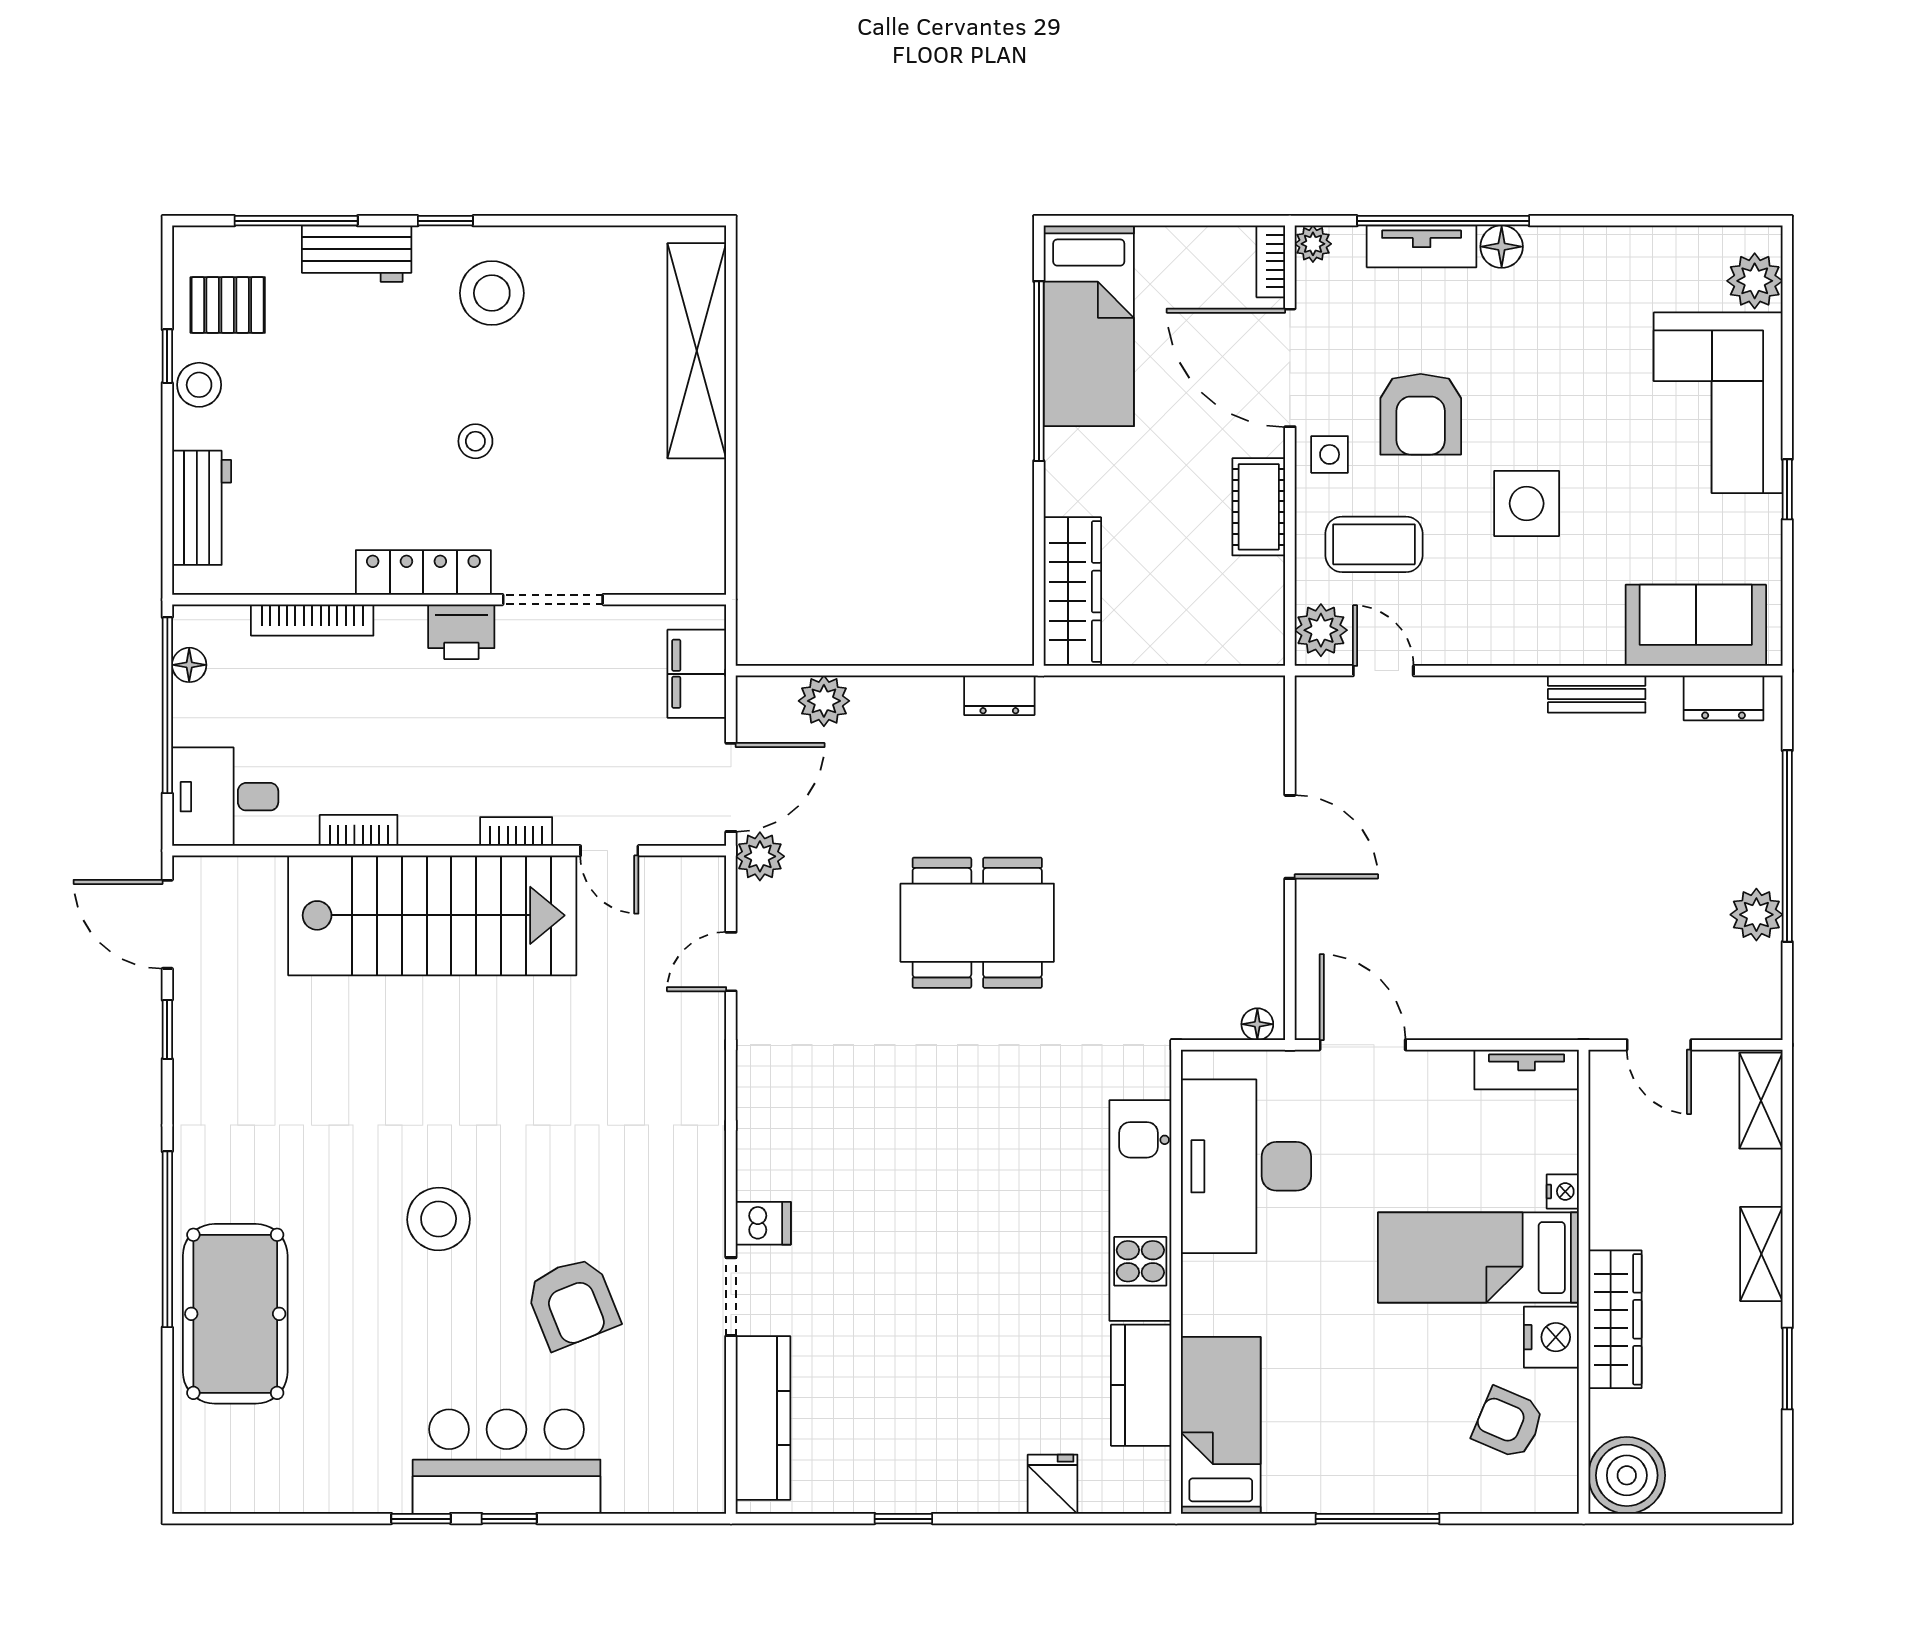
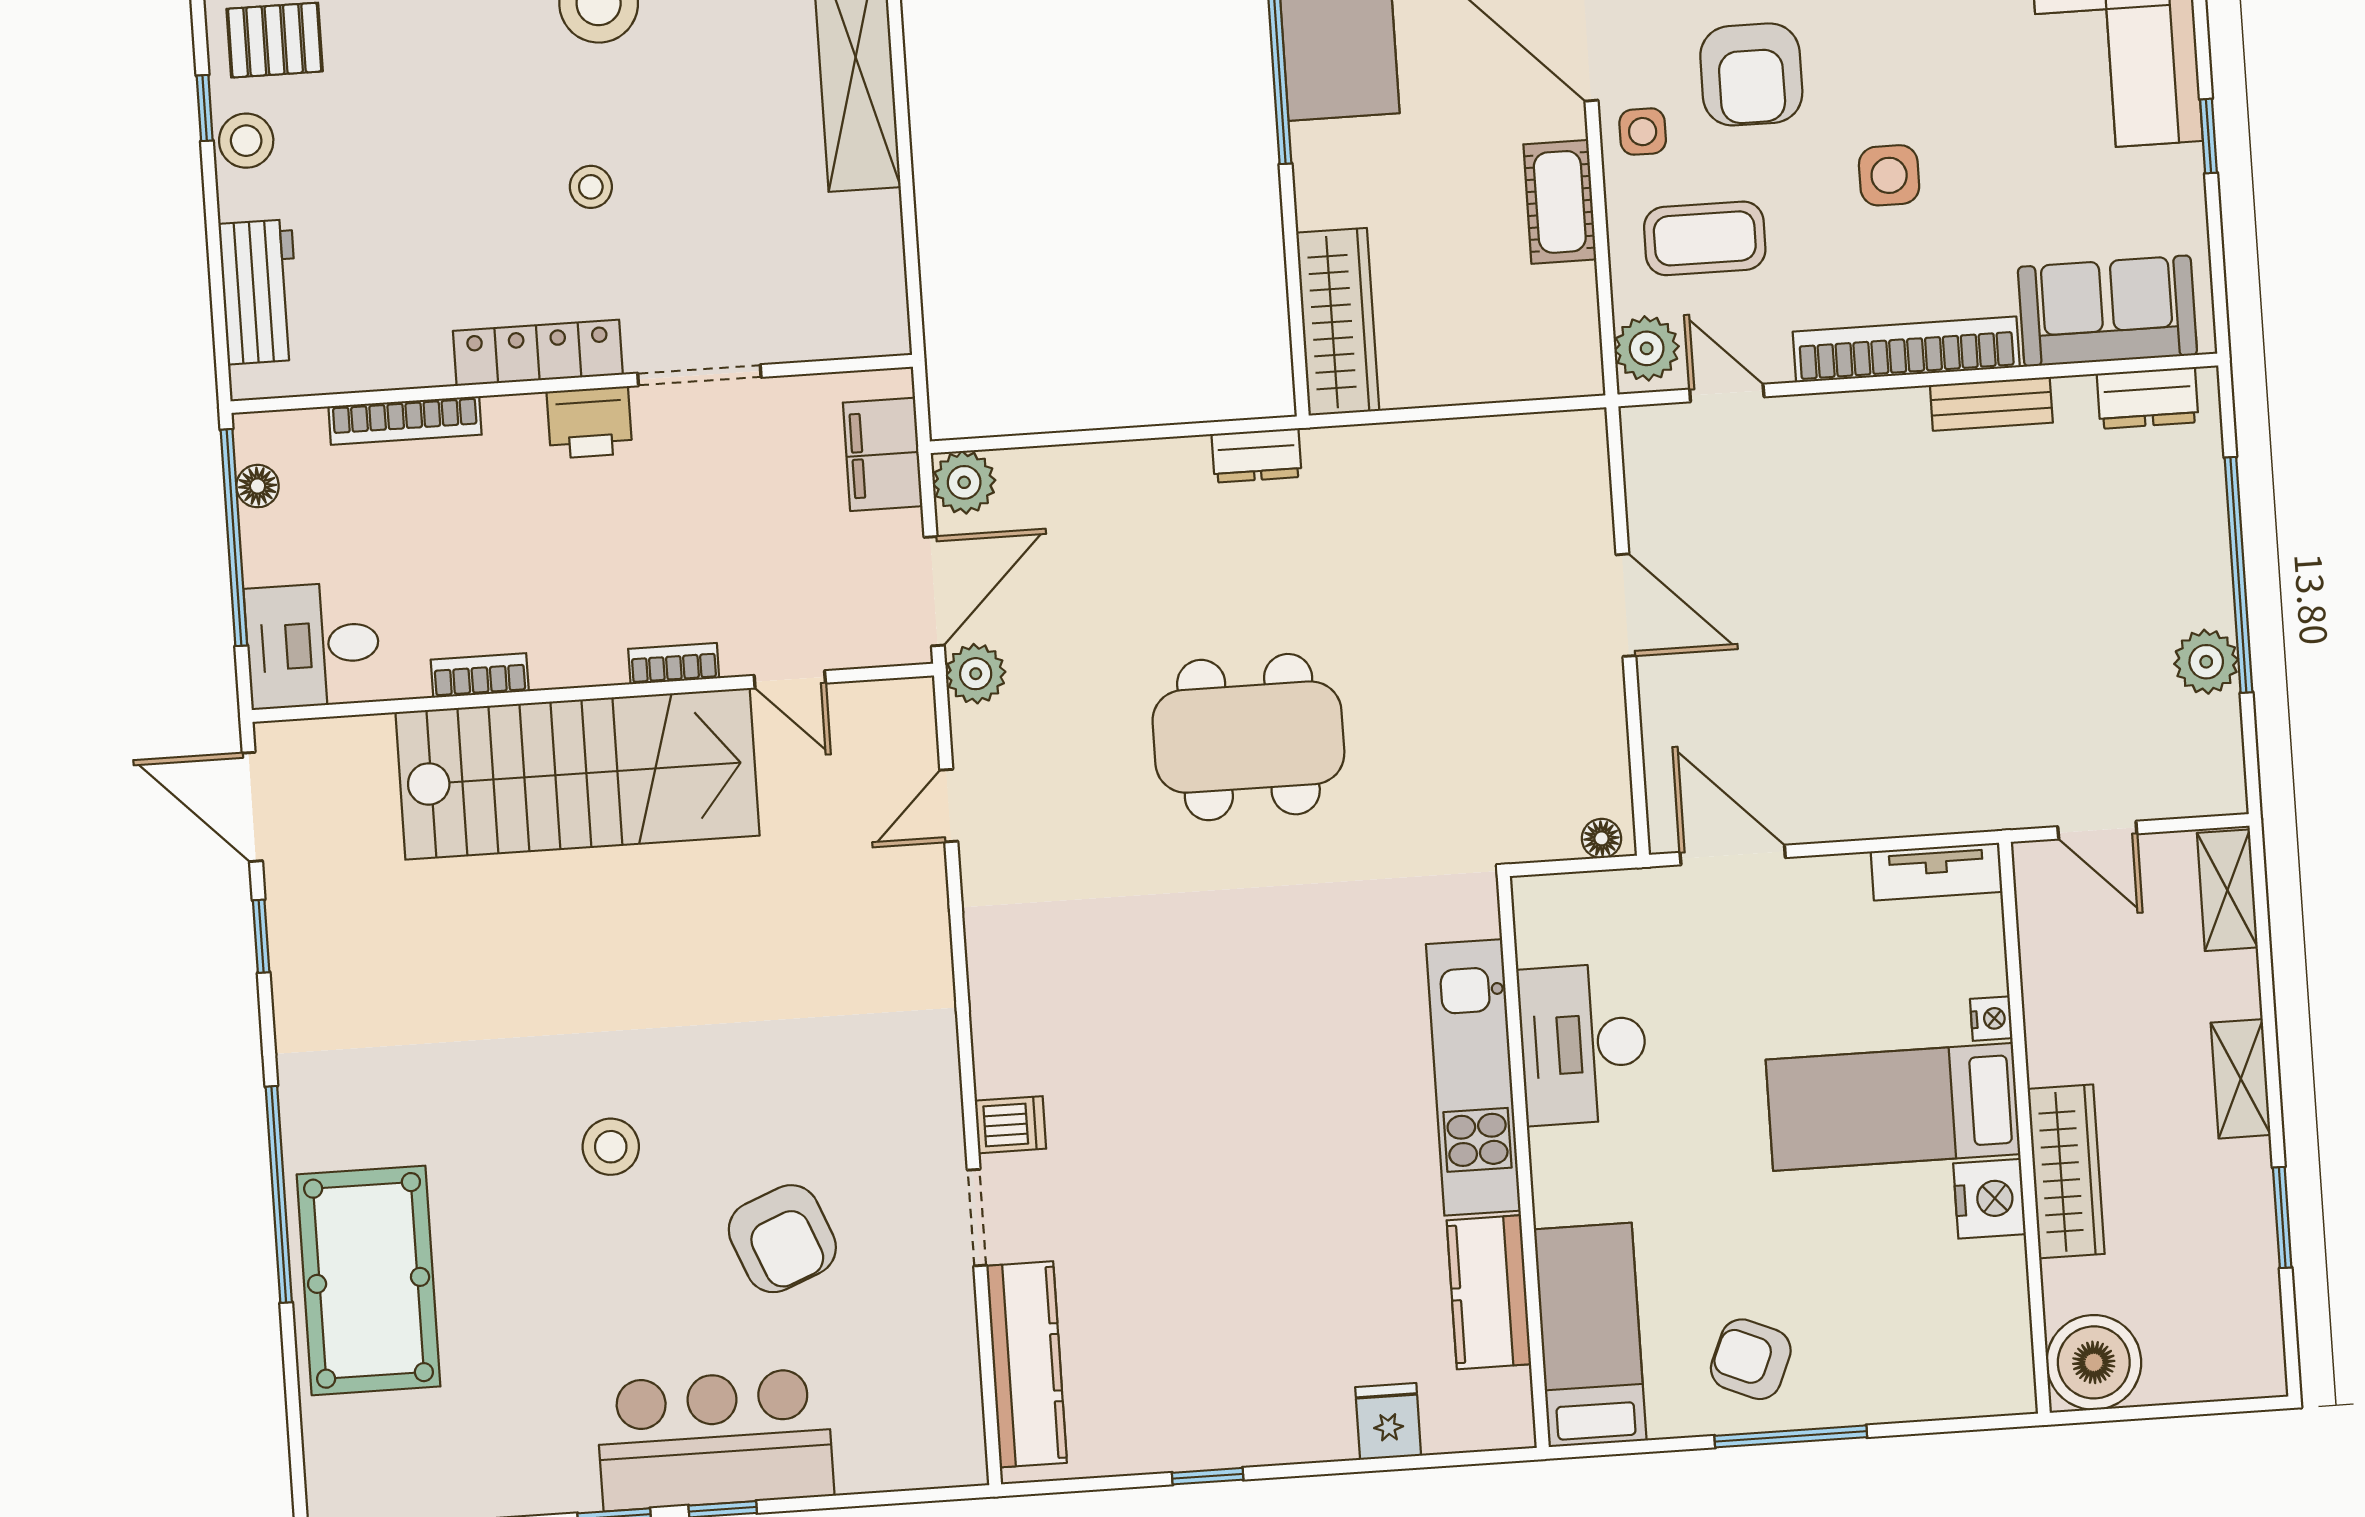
side table: (1527, 503) -> (1889, 175), width x0.73, depth x0.73
bookcase: (1531, 645) -> (1906, 349), added
plant: (824, 701) -> (964, 482), moved
desk: (1246, 1166) -> (1583, 1044), width x0.73, depth x0.77
stool: (439, 1219) -> (611, 1147), width x0.73, depth x0.73
armchair: (1508, 1423) -> (1751, 1359), moved

